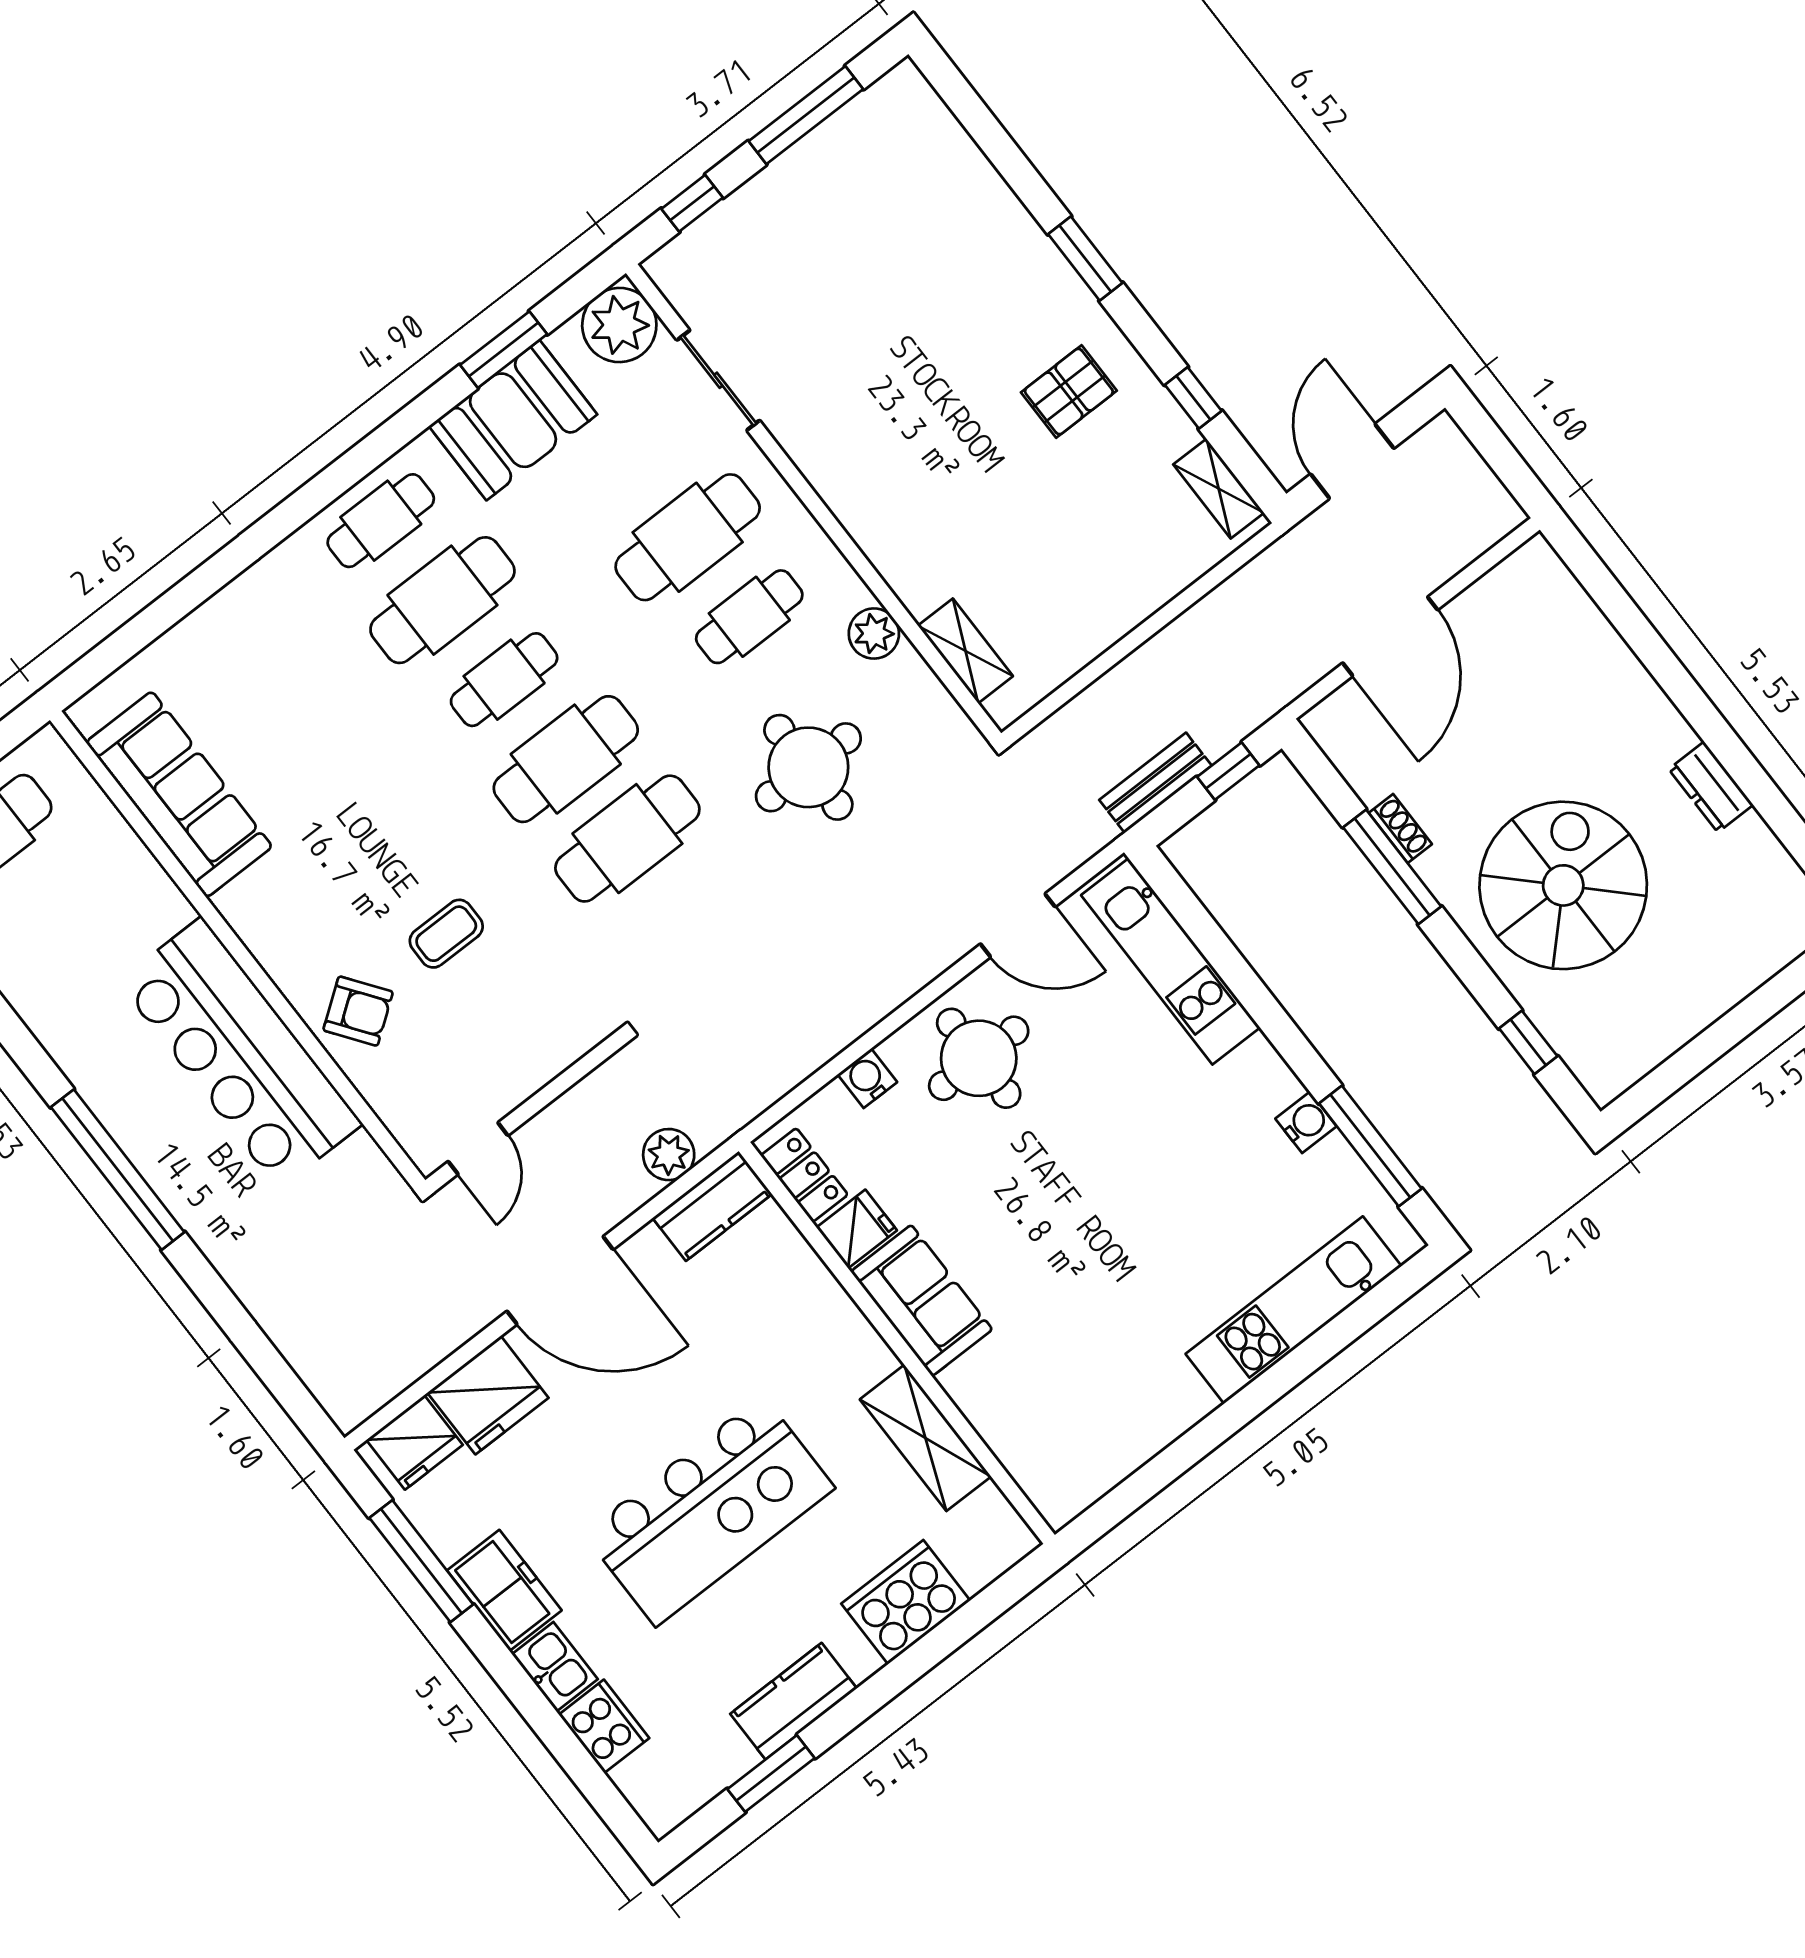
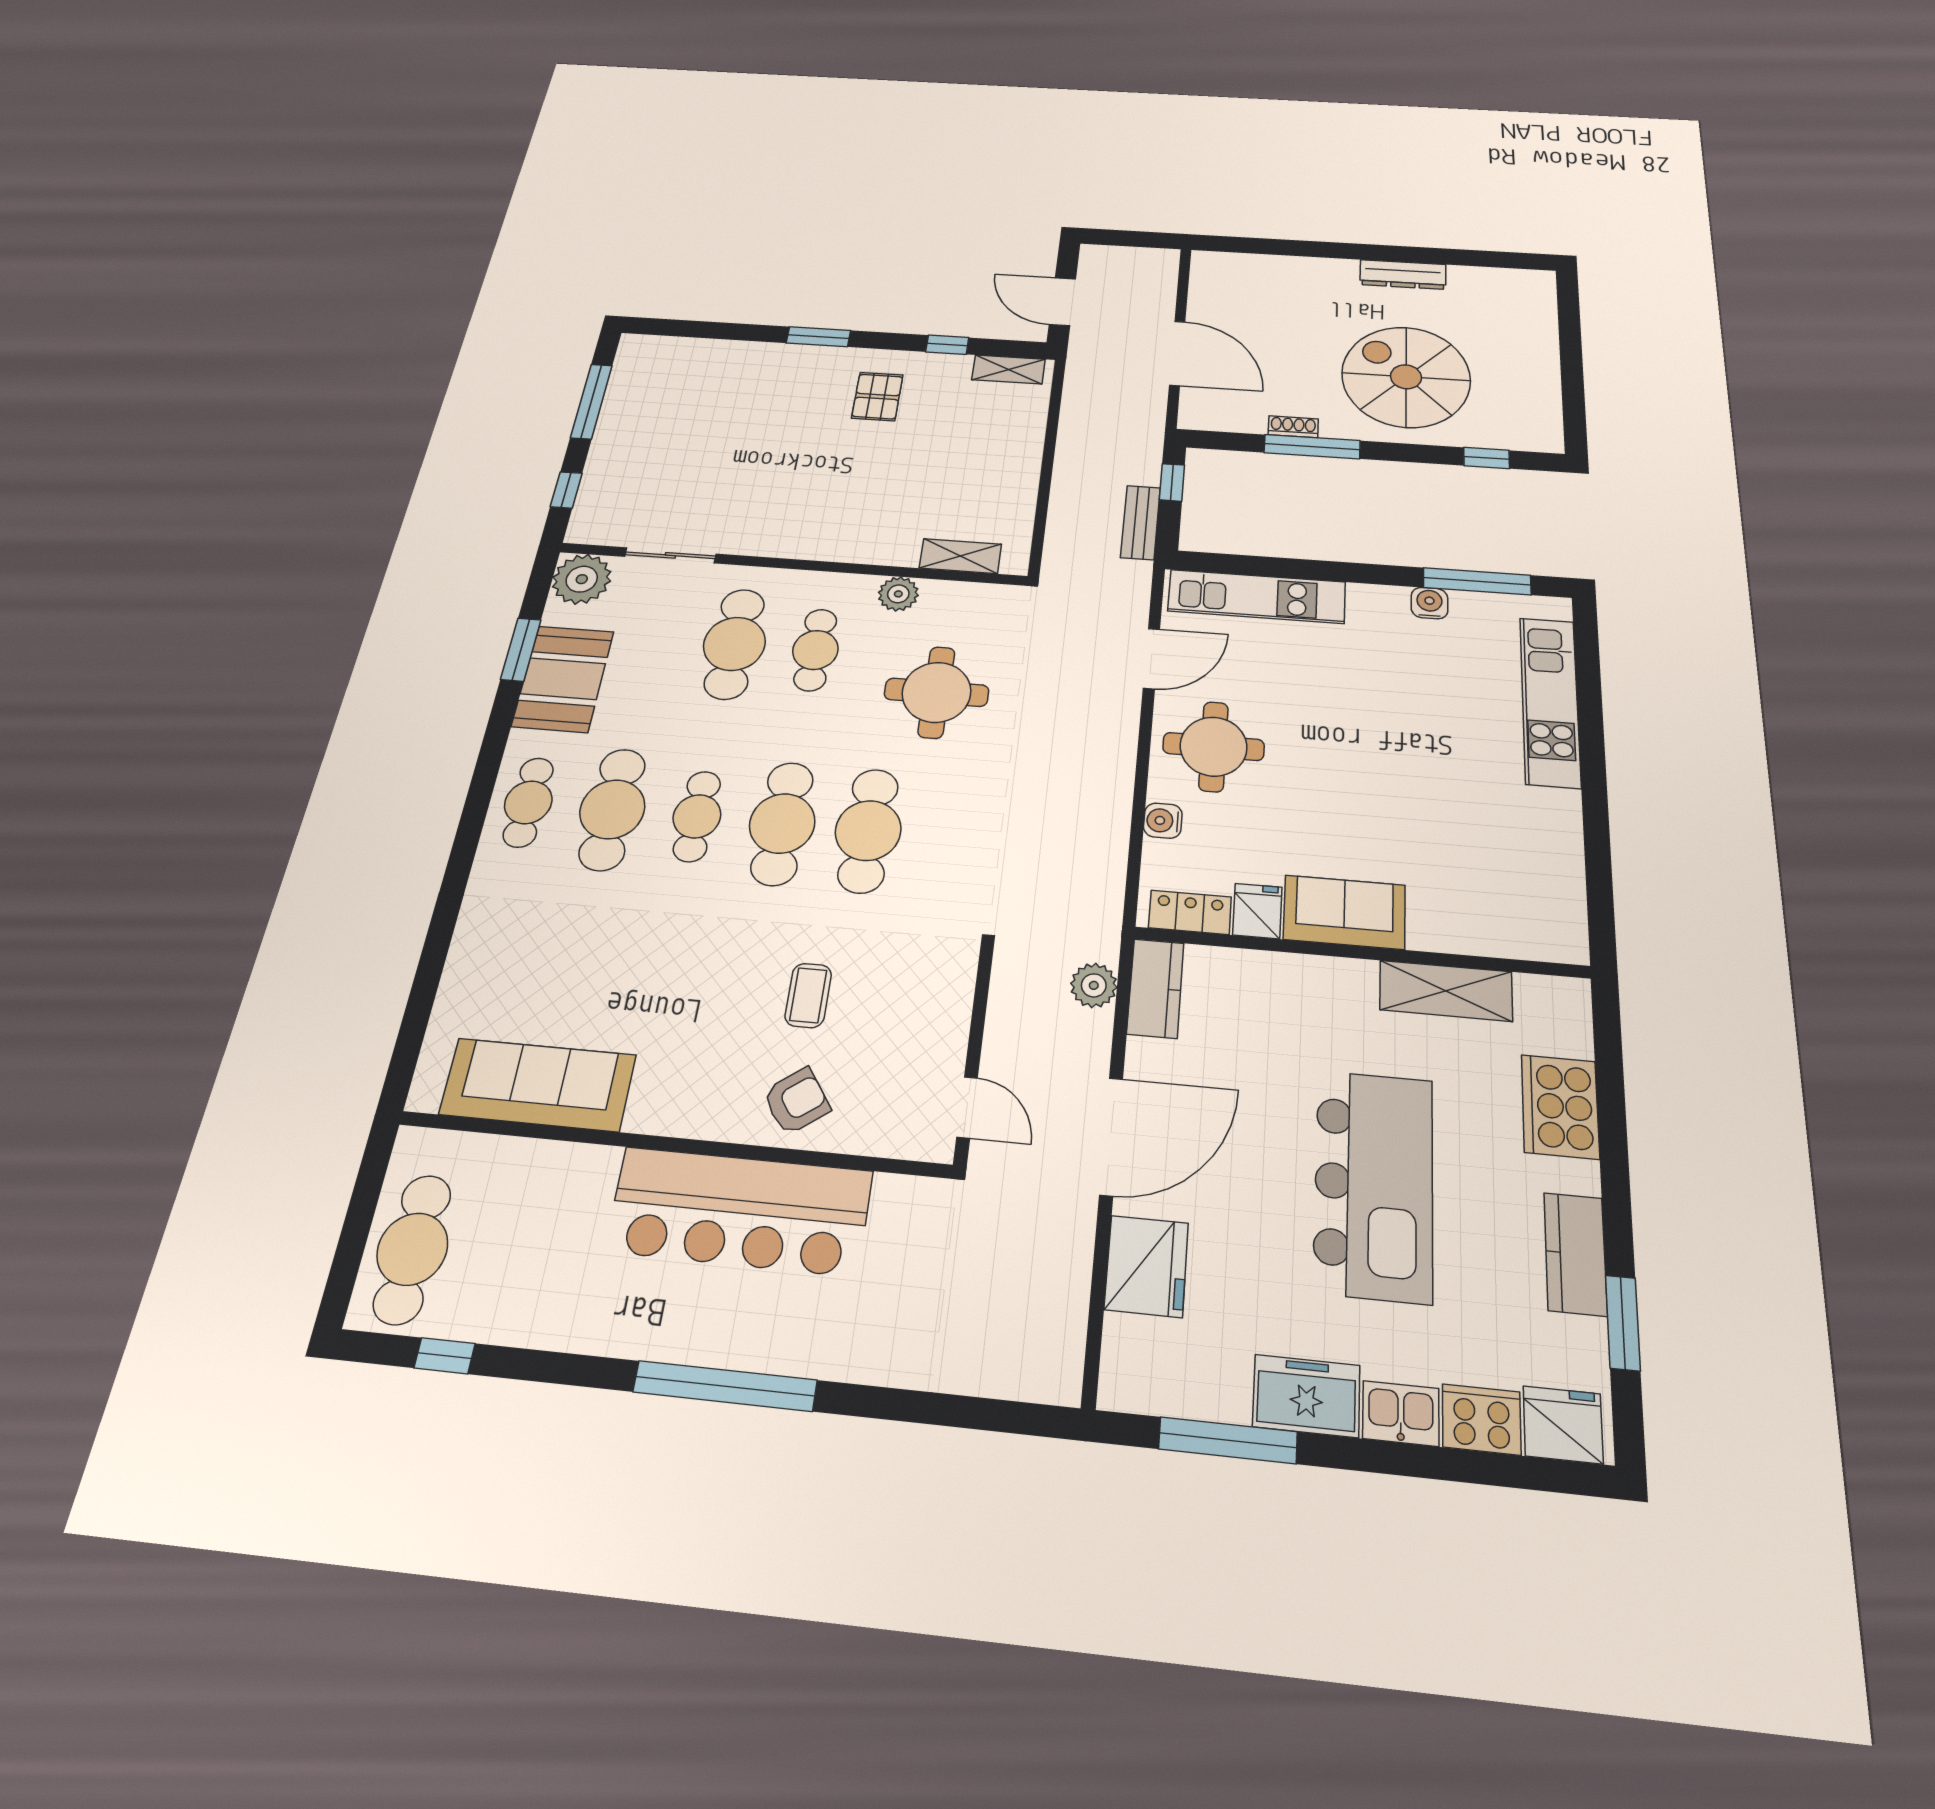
dresser: (1711, 787) -> (1403, 275), width x1.44
fridge: (415, 1442) -> (1563, 1425), moved, turned -90

